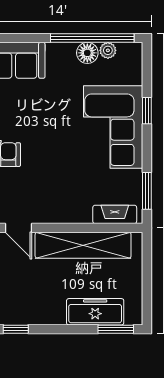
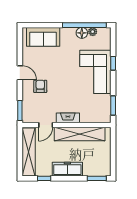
fireplace: (115, 214) -> (68, 118), moved
door: (18, 228) -> (46, 125), hinge flipped
freezer: (95, 312) -> (67, 169), moved

